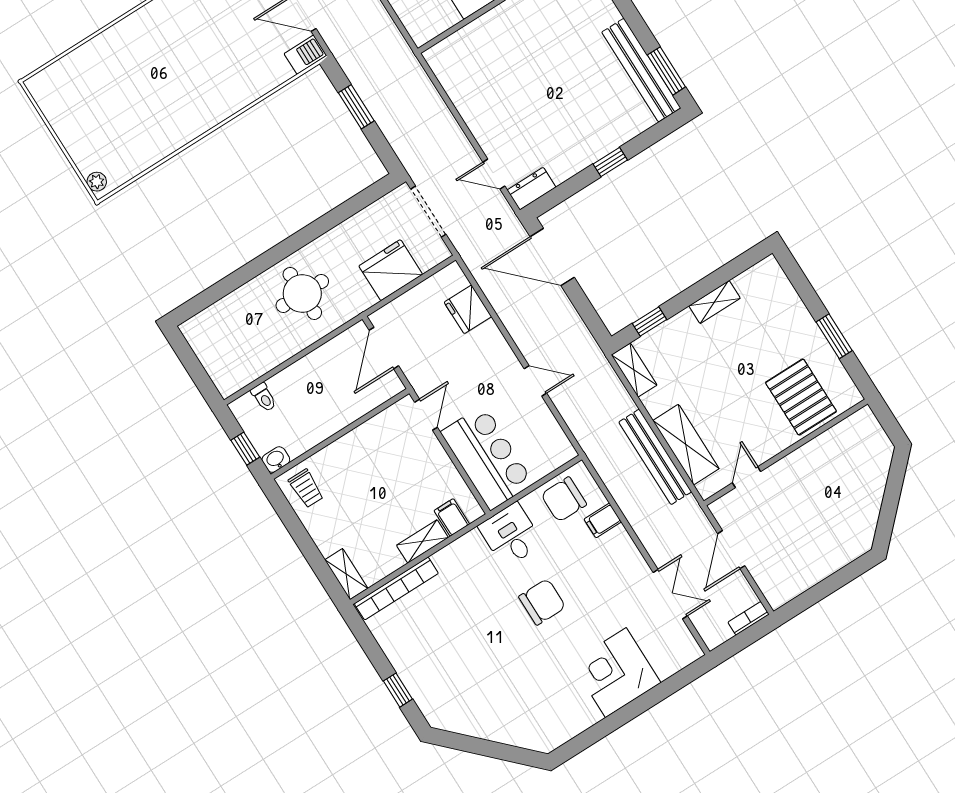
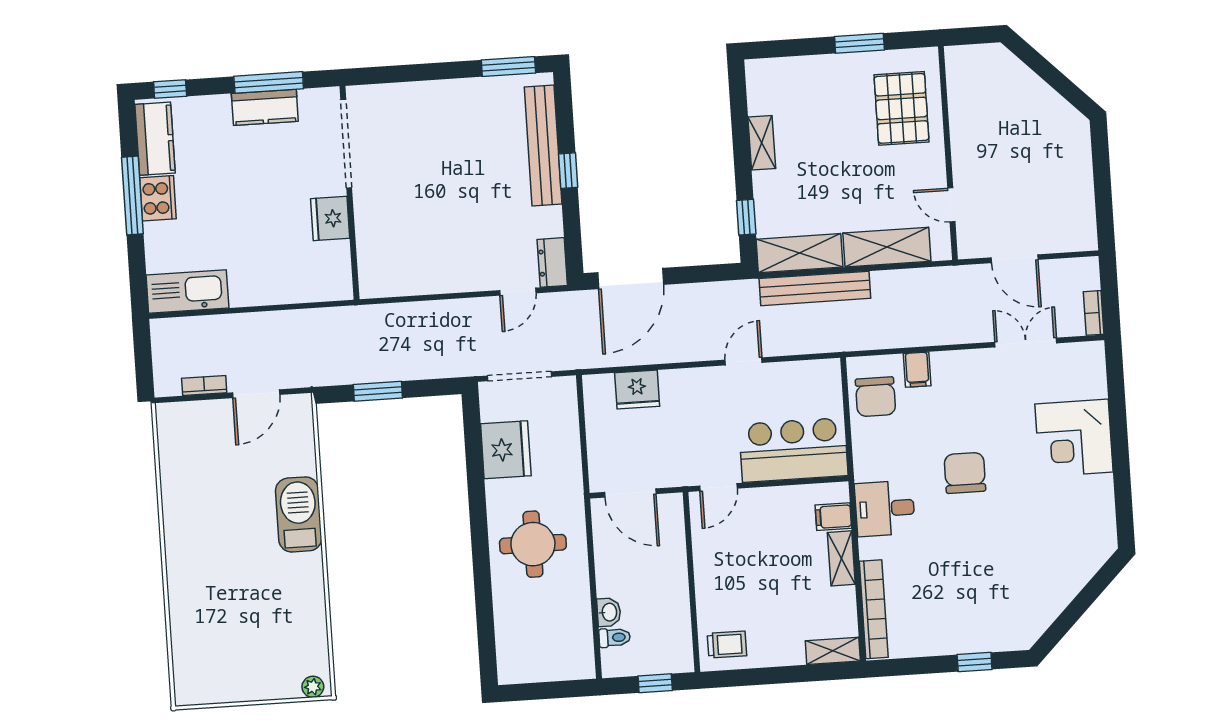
barbecue: (305, 55) -> (299, 514), moved, width x1.88, depth x1.53
bench: (641, 70) -> (543, 146), moved, turned 90
fridge: (391, 270) -> (506, 450), moved, turned 180
shelving: (634, 370) -> (800, 253), width x1.50, depth x1.33
pallet: (801, 397) -> (901, 108), turned 90
door: (426, 415) -> (718, 487), swing flipped
bench: (655, 457) -> (815, 288), moved
washbasin: (276, 460) -> (609, 612), moved, turned 180
desk: (511, 535) -> (885, 509), moved
bookcase: (748, 618) -> (1094, 313), moved

